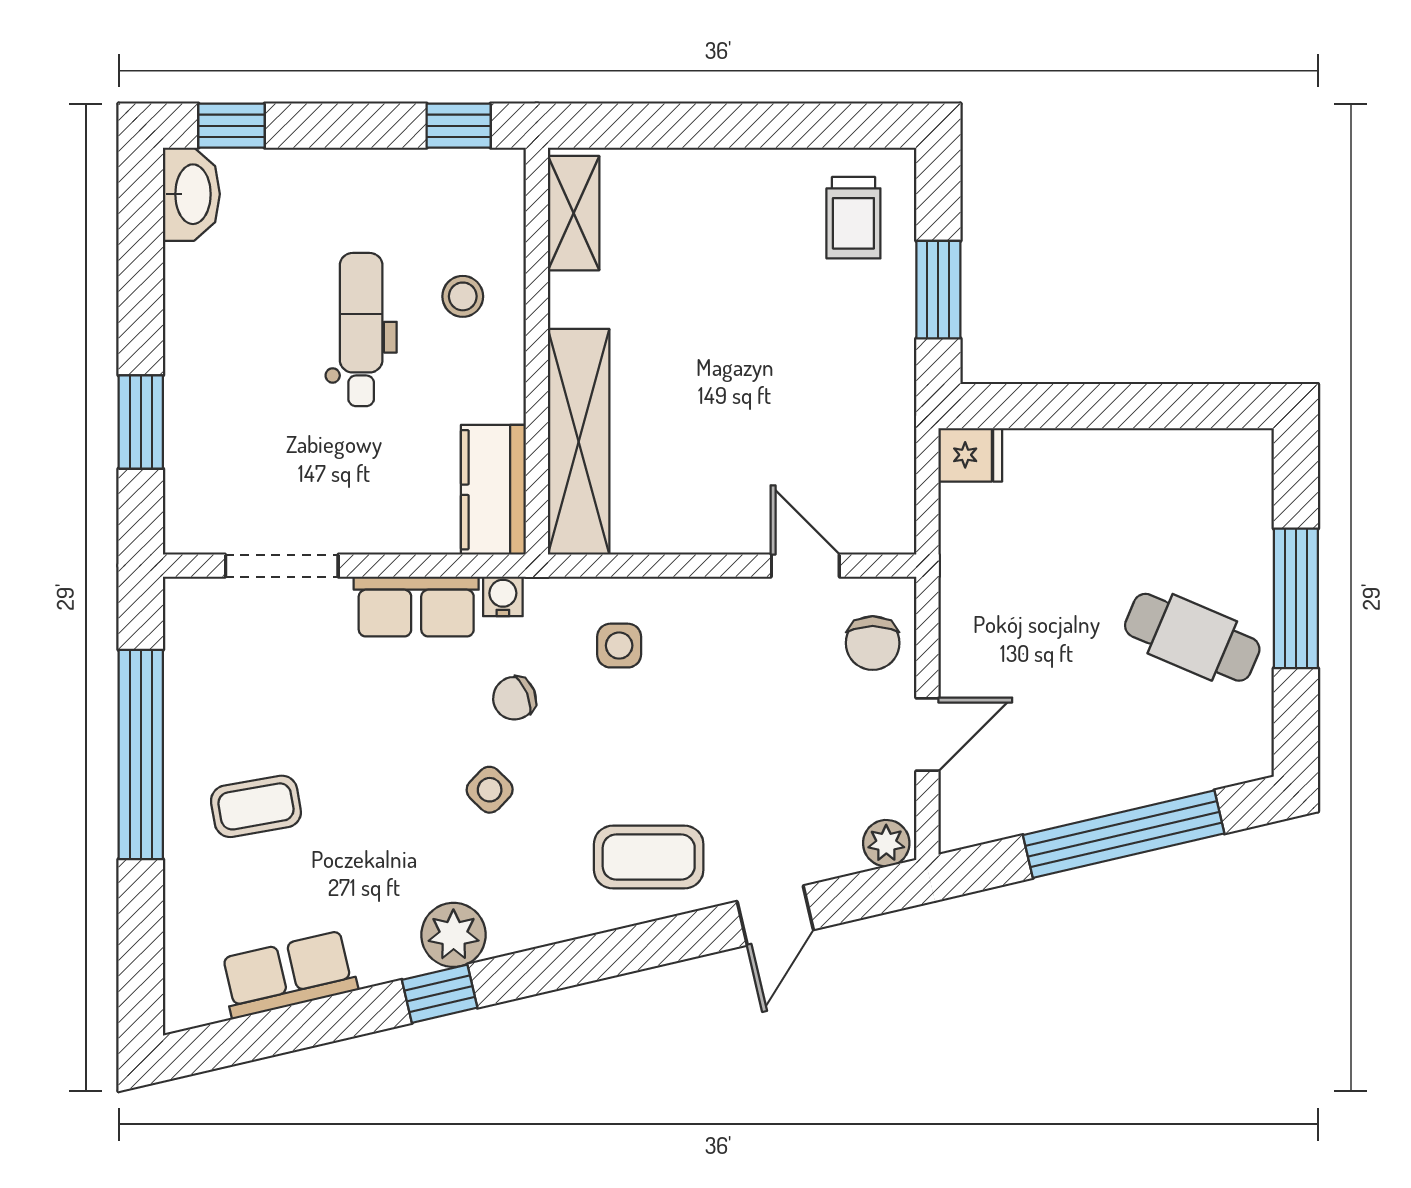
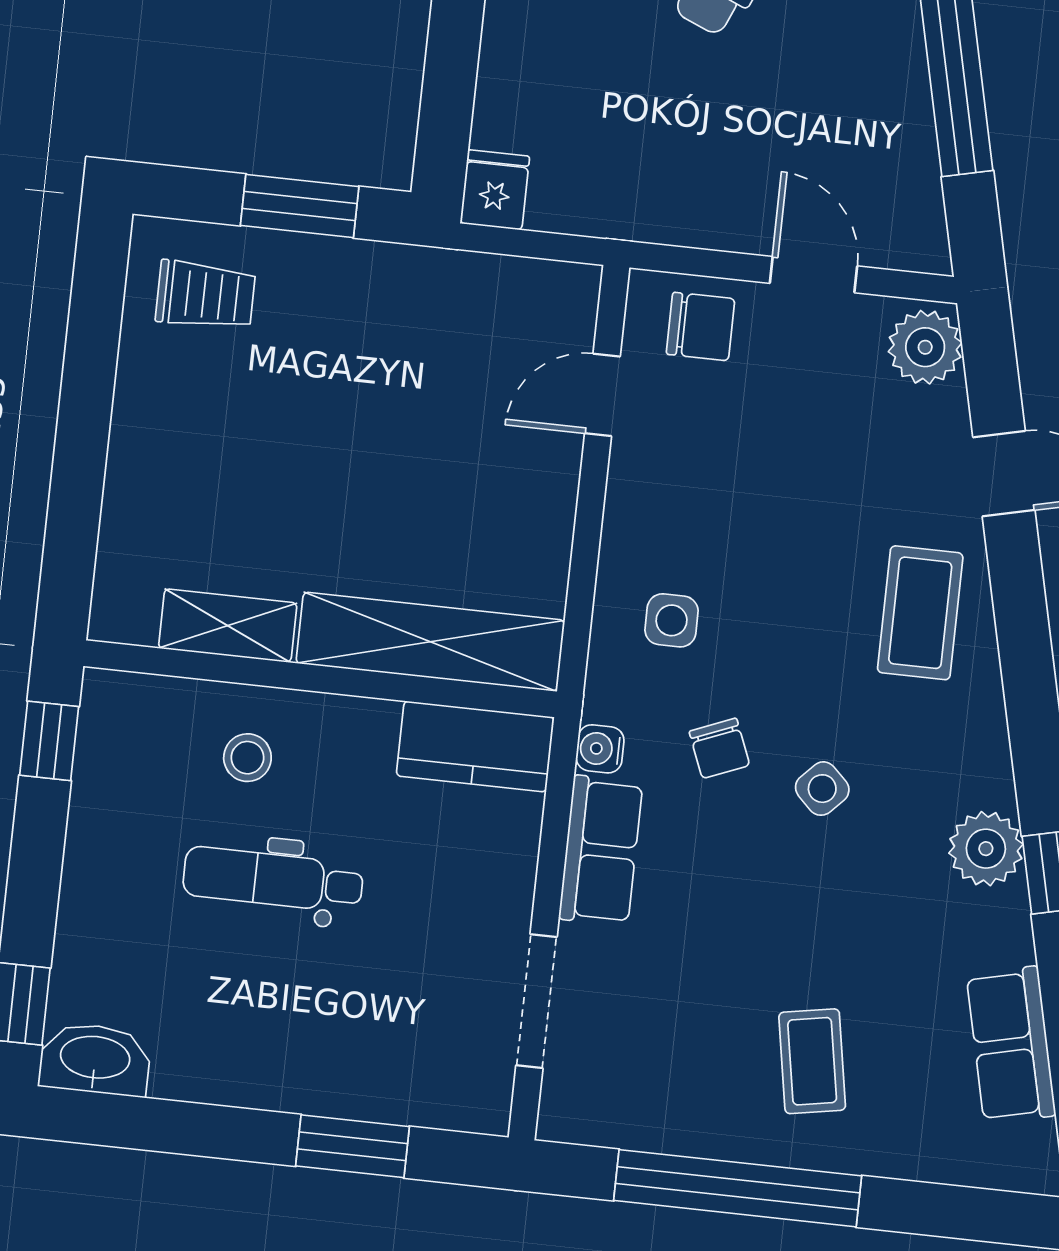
shelving: (574, 213) -> (228, 626), moved
plant: (886, 843) -> (925, 347), width x1.38, depth x1.38

